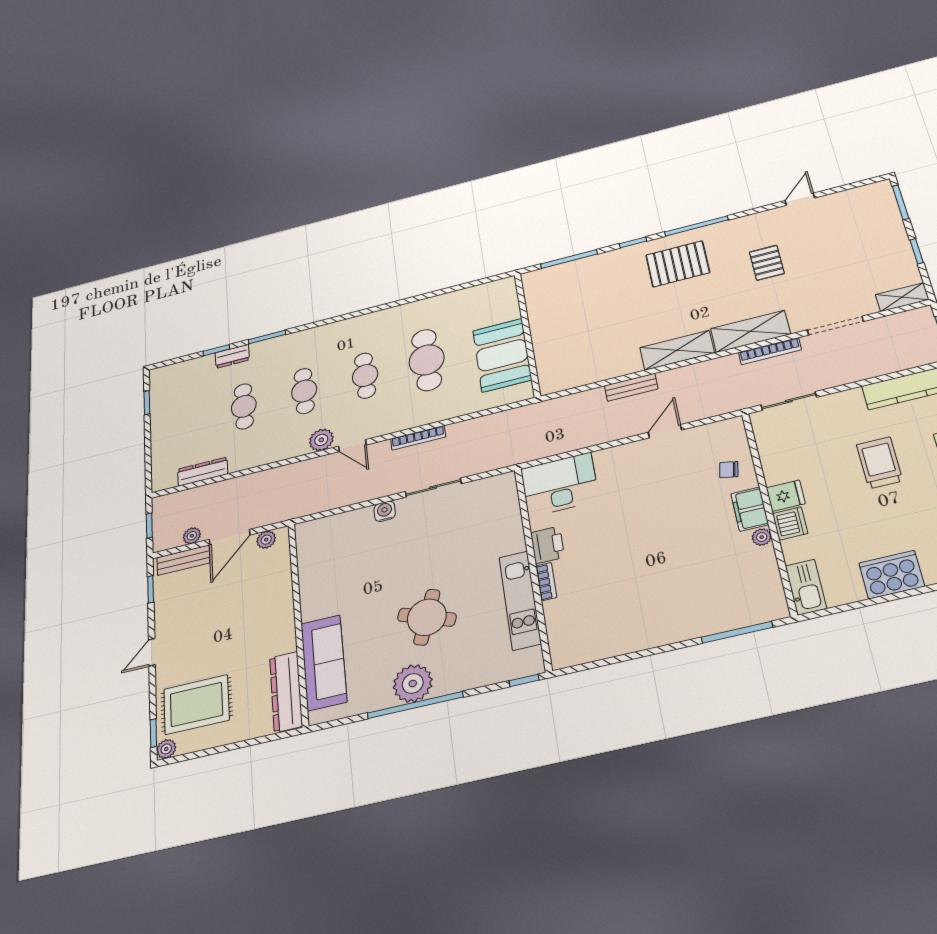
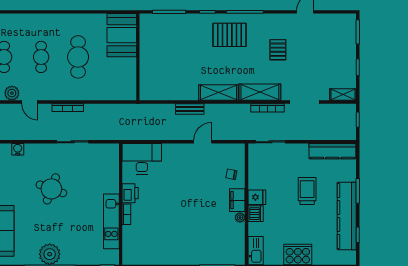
booth: (502, 355) -> (122, 35), moved
water cooler: (385, 511) -> (18, 149), moved
round table: (427, 617) -> (51, 189), moved

